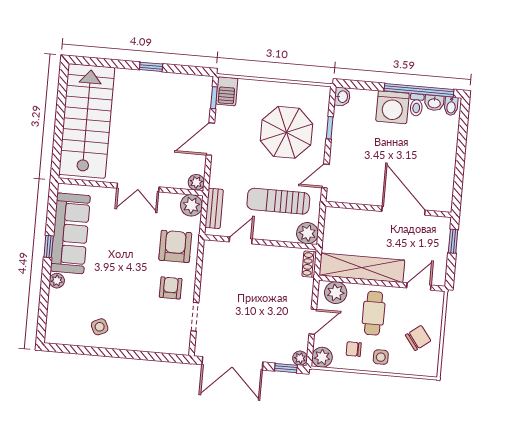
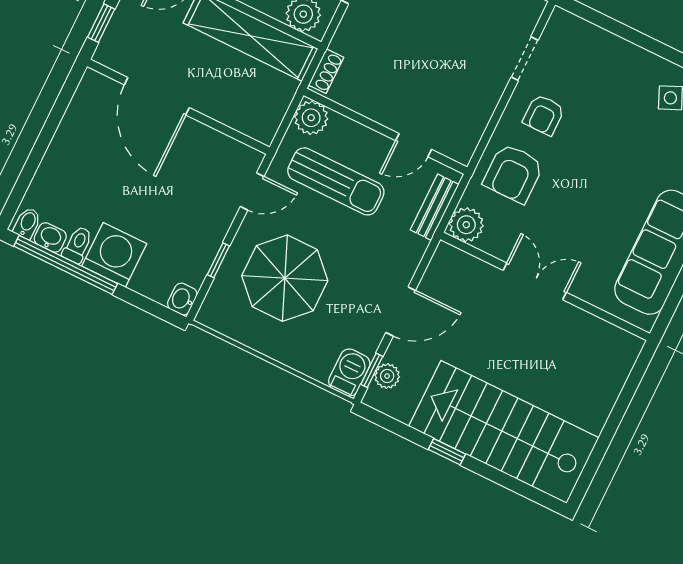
stairs: (87, 121) -> (504, 432), moved, turned 90
plant: (196, 182) -> (387, 376), moved

